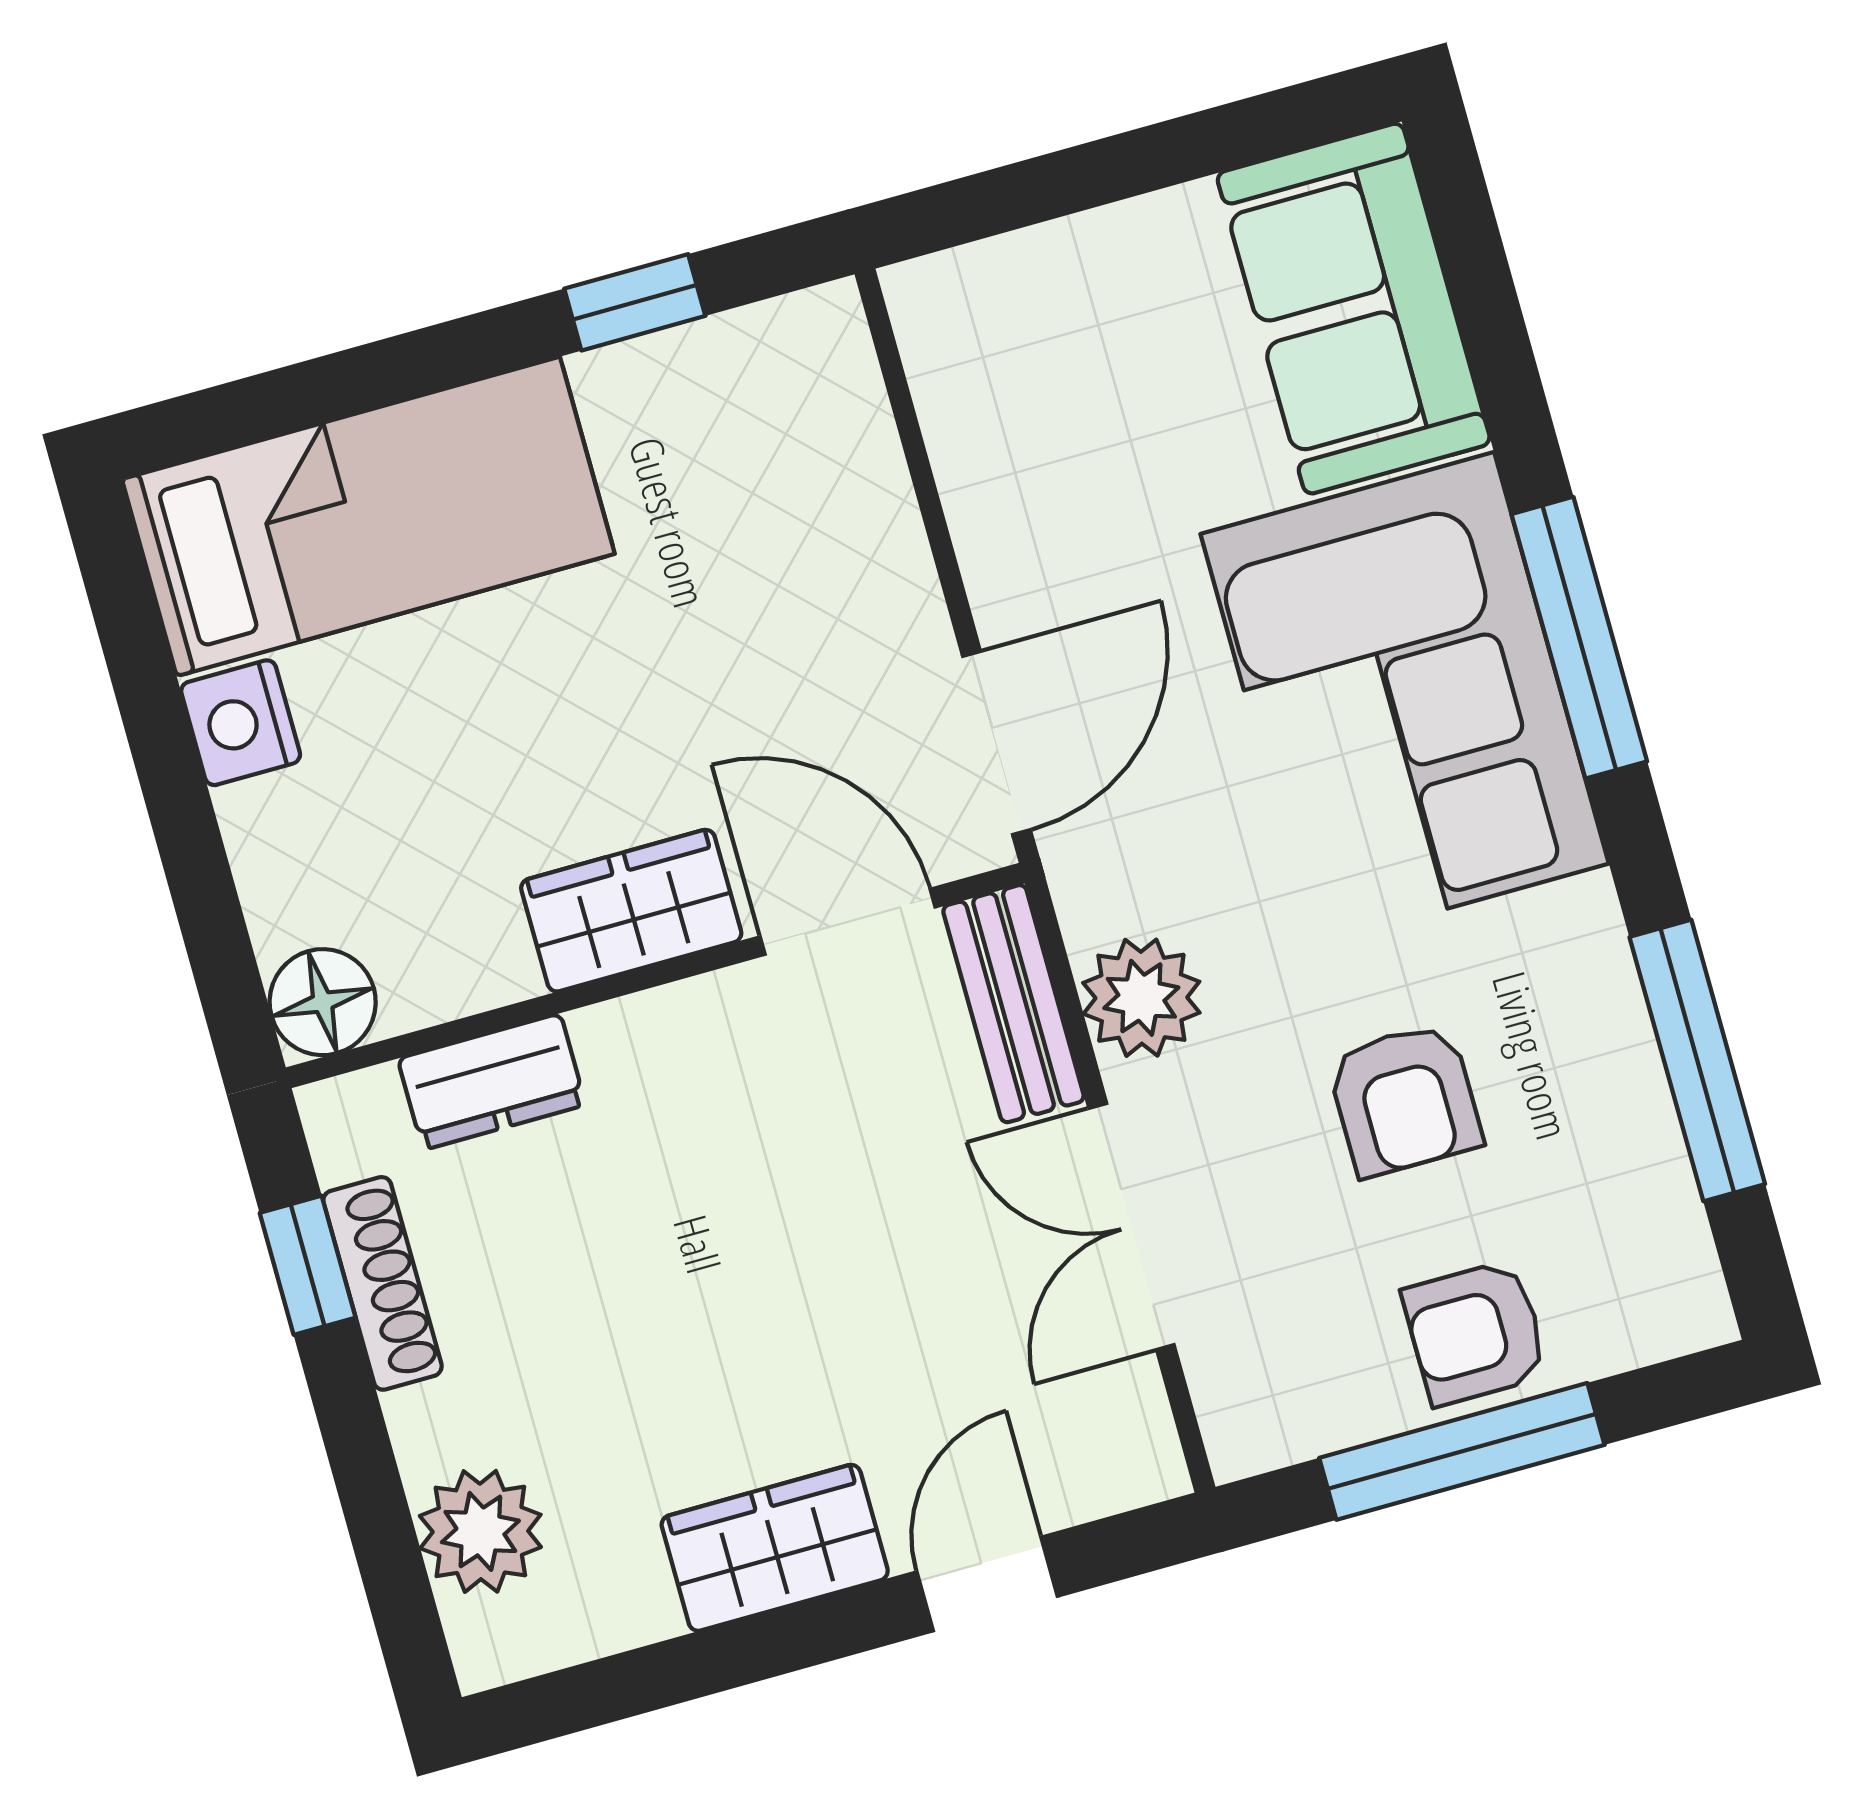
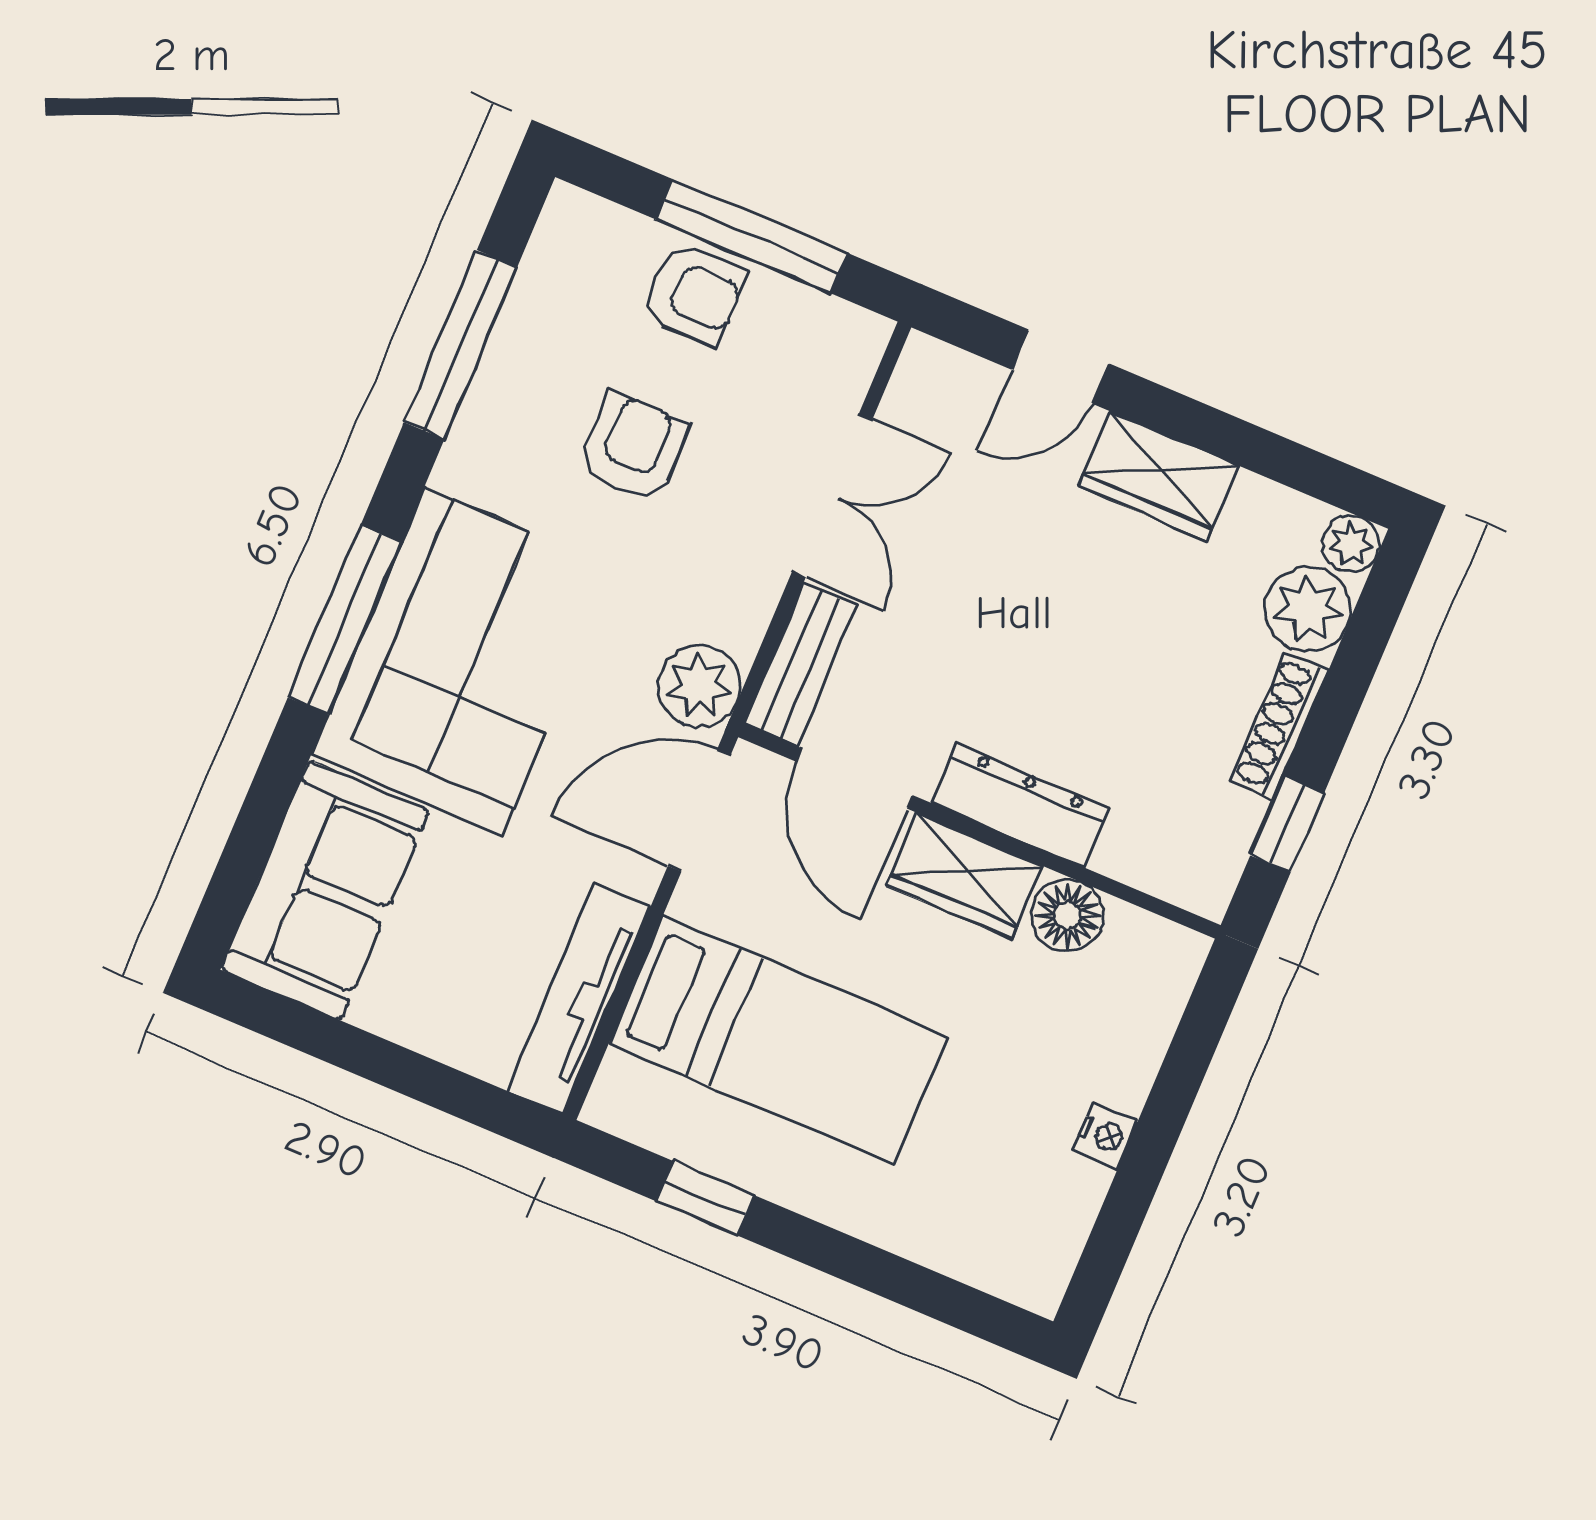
tv unit: (963, 416) -> (579, 999), added
bed: (368, 516) -> (778, 1040), moved, turned 180
nightstand: (241, 723) -> (1105, 1135), width x0.72, depth x0.74
plant: (1141, 998) -> (699, 686), moved
floor lamp: (323, 1002) -> (1068, 916), moved
dresser: (492, 1082) -> (1020, 805), moved, width x1.44
shoe rack: (382, 1283) -> (1279, 726), moved
plant: (491, 1646) -> (1351, 544), added

